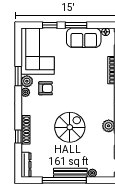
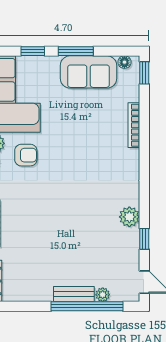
spiral stairs: (70, 127) -> (66, 219), removed
bench: (70, 173) -> (74, 294), width x0.73
window: (64, 180) -> (87, 306), moved

